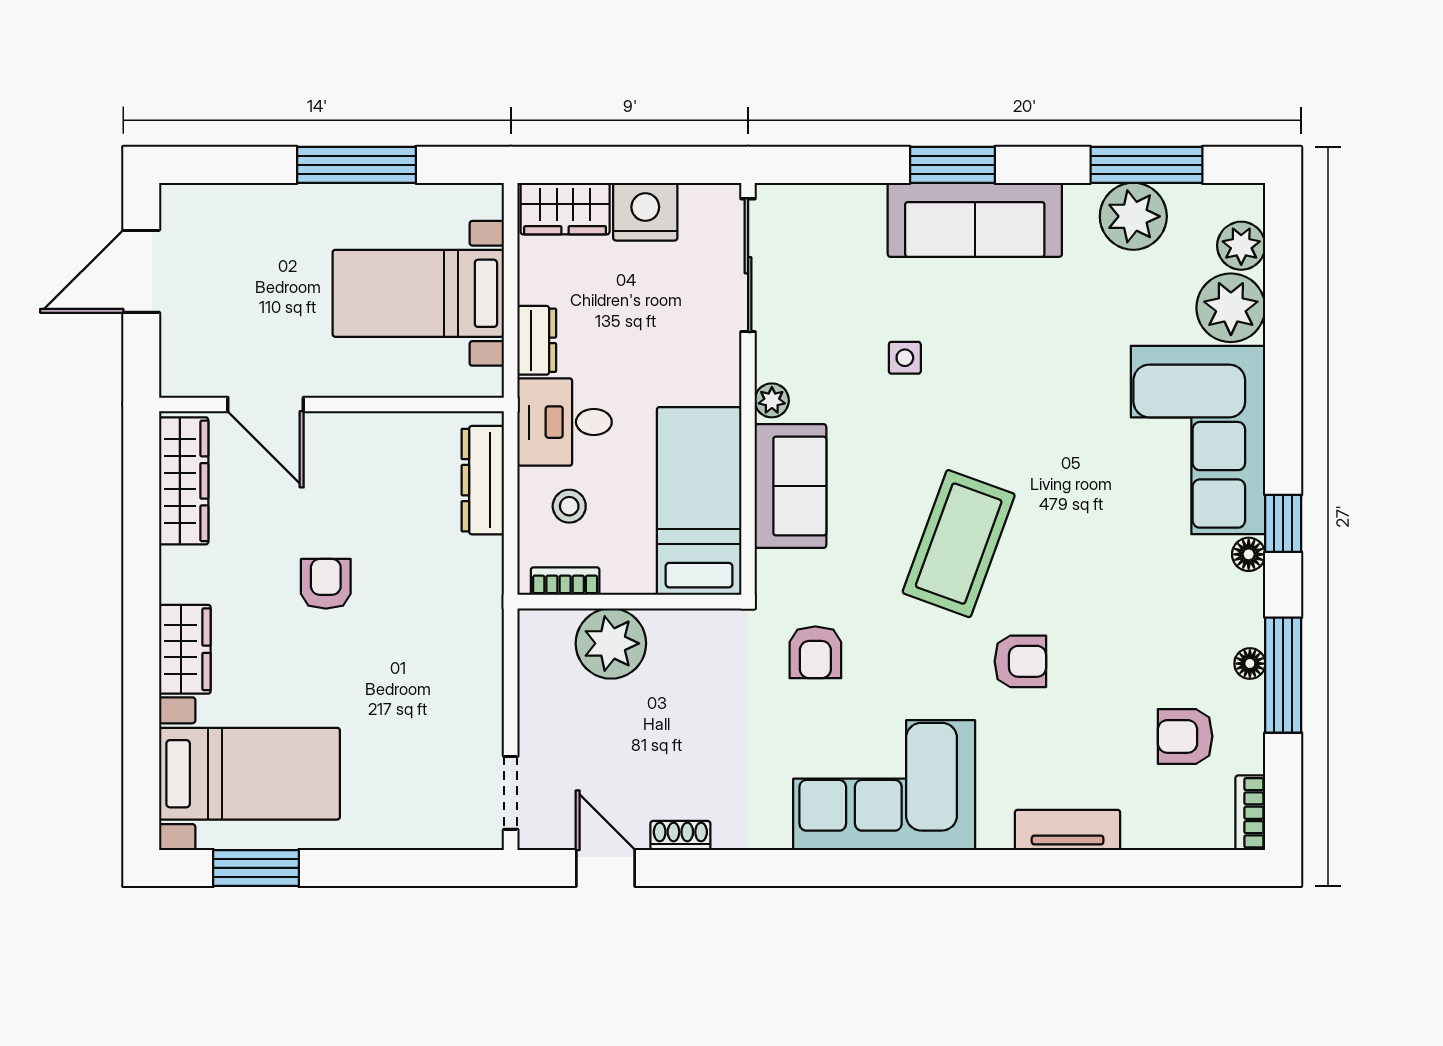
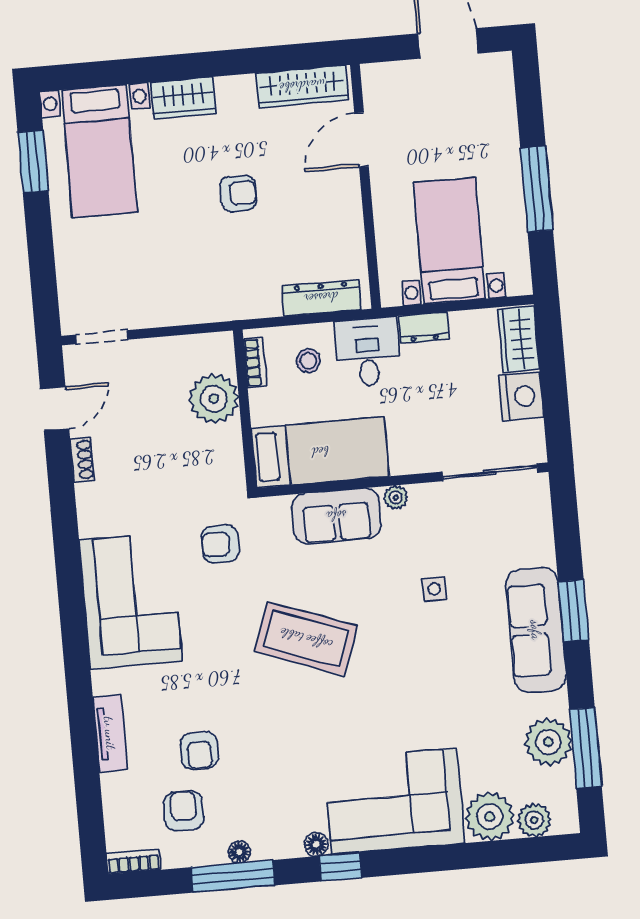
armchair: (1020, 661) -> (199, 751), moved

